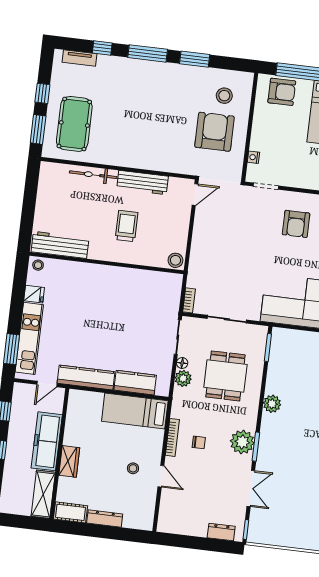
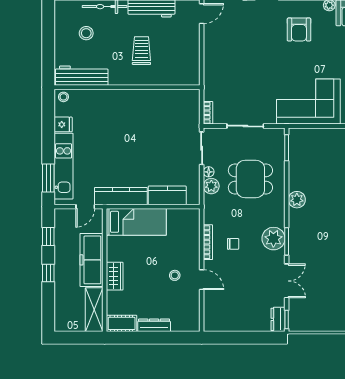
stool: (175, 260) -> (86, 33), moved
dining table: (225, 376) -> (250, 179), turned 90
bed: (135, 411) -> (136, 222), moved, turned 180
dresser: (221, 532) -> (278, 319), moved, turned -90

